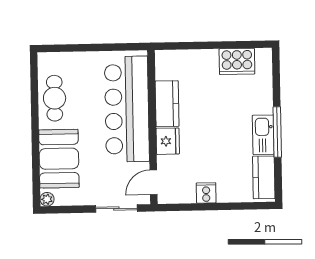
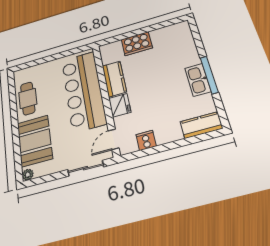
cooker: (237, 61) -> (137, 44), moved
kitchen counter: (264, 177) -> (201, 125), moved, turned 90
cooker: (206, 193) -> (146, 140), moved

